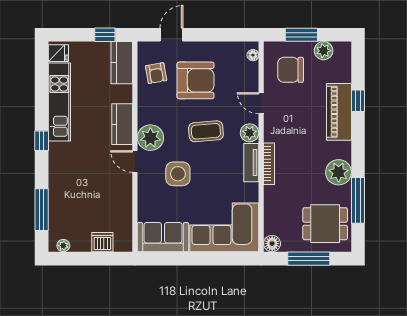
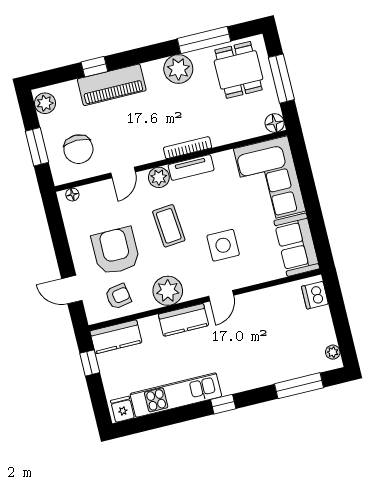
plant: (324, 51) -> (45, 103), moved
plant: (150, 138) -> (168, 291), moved
dishwasher: (102, 242) -> (315, 295), moved

